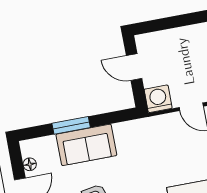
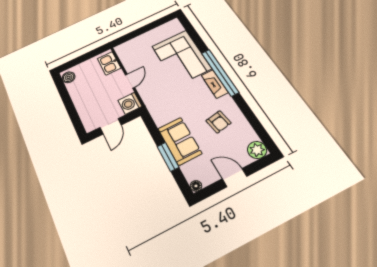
floor lamp: (30, 164) -> (196, 186), moved

